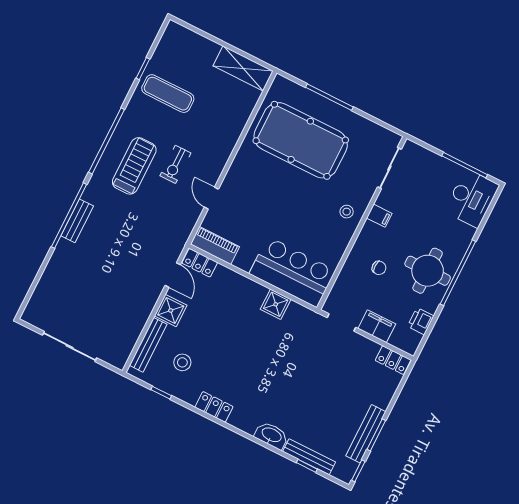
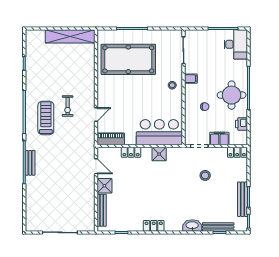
shelving: (243, 68) -> (70, 36), width x1.47
exercise mat: (168, 94) -> (44, 70), removed
door: (211, 198) -> (96, 114), swing flipped
locker: (200, 263) -> (131, 152), moved
stool: (182, 362) -> (205, 175), moved

